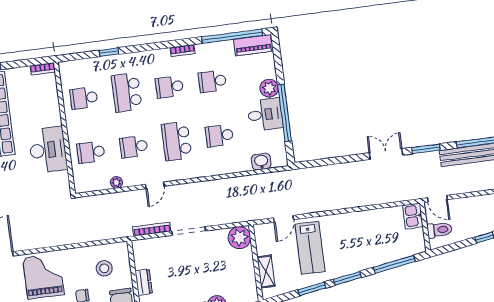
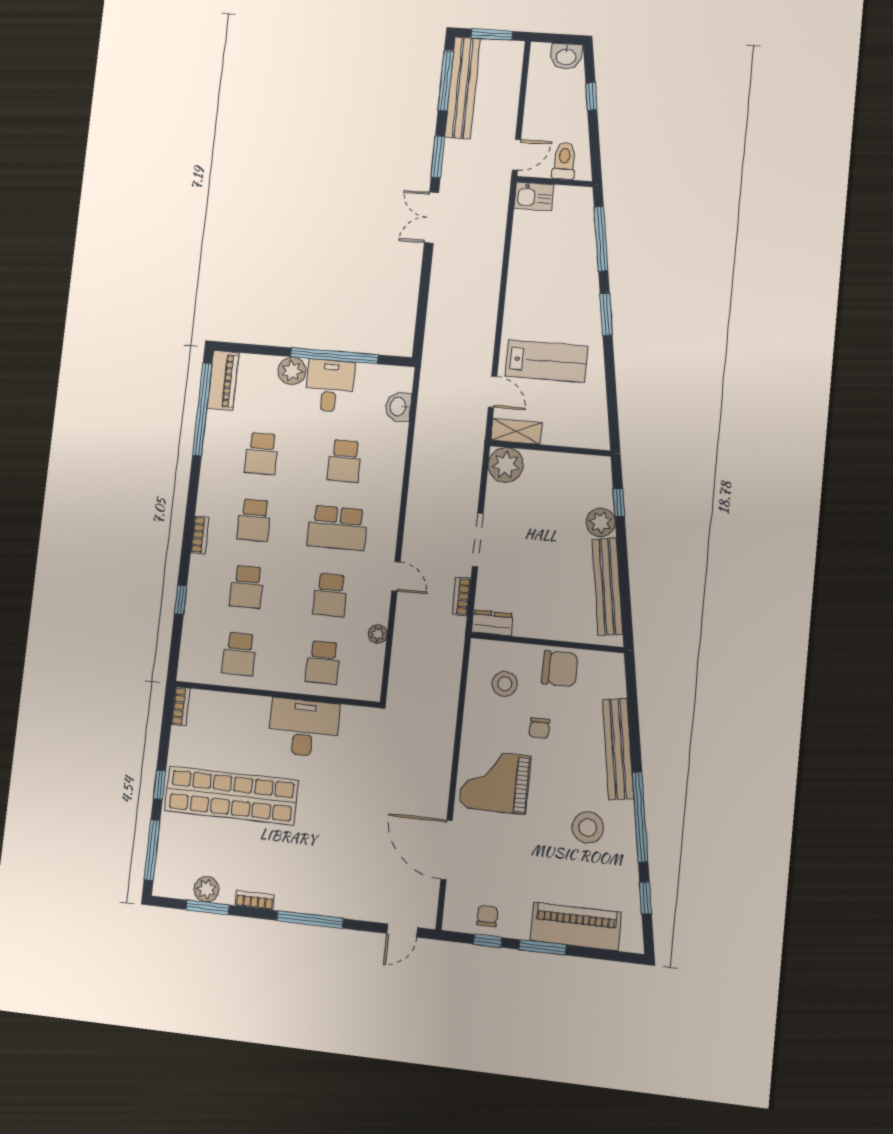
bookcase: (183, 51) -> (200, 535), moved
school desk: (127, 92) -> (247, 587), width x0.54
bookcase: (152, 229) -> (462, 596), width x0.64
shelving: (266, 271) -> (516, 431), moved
dresser: (144, 282) -> (492, 623), moved
window: (312, 289) -> (610, 372), removed

